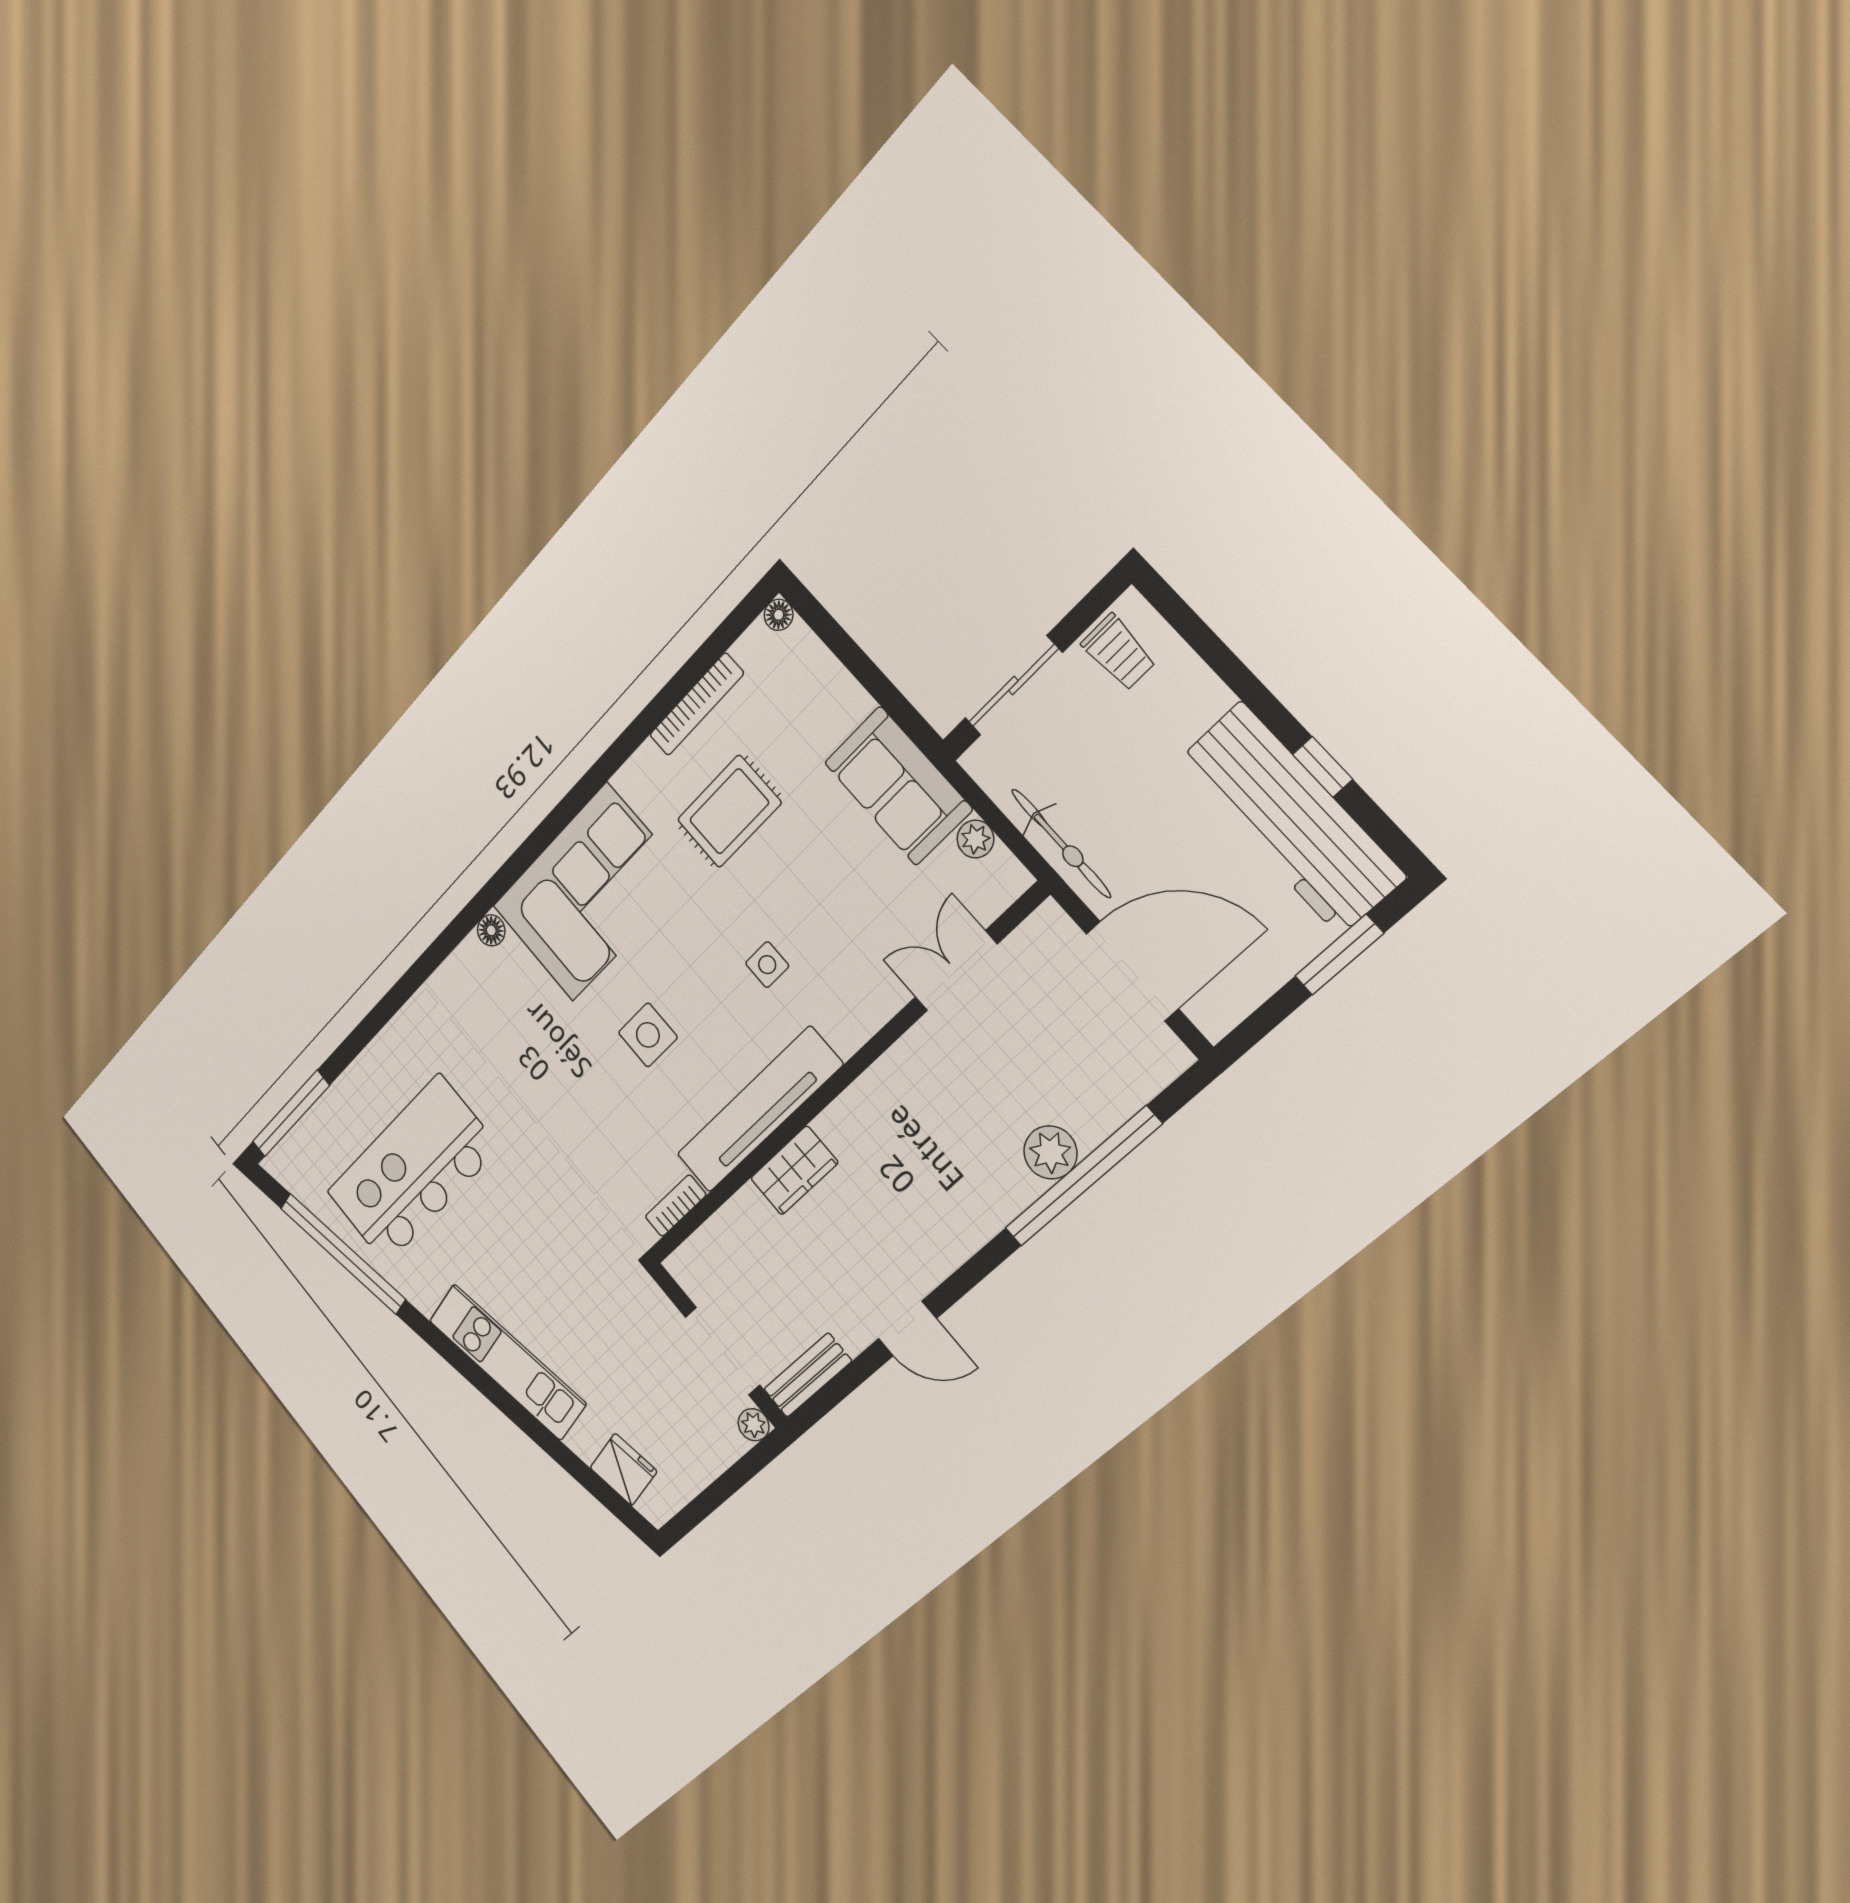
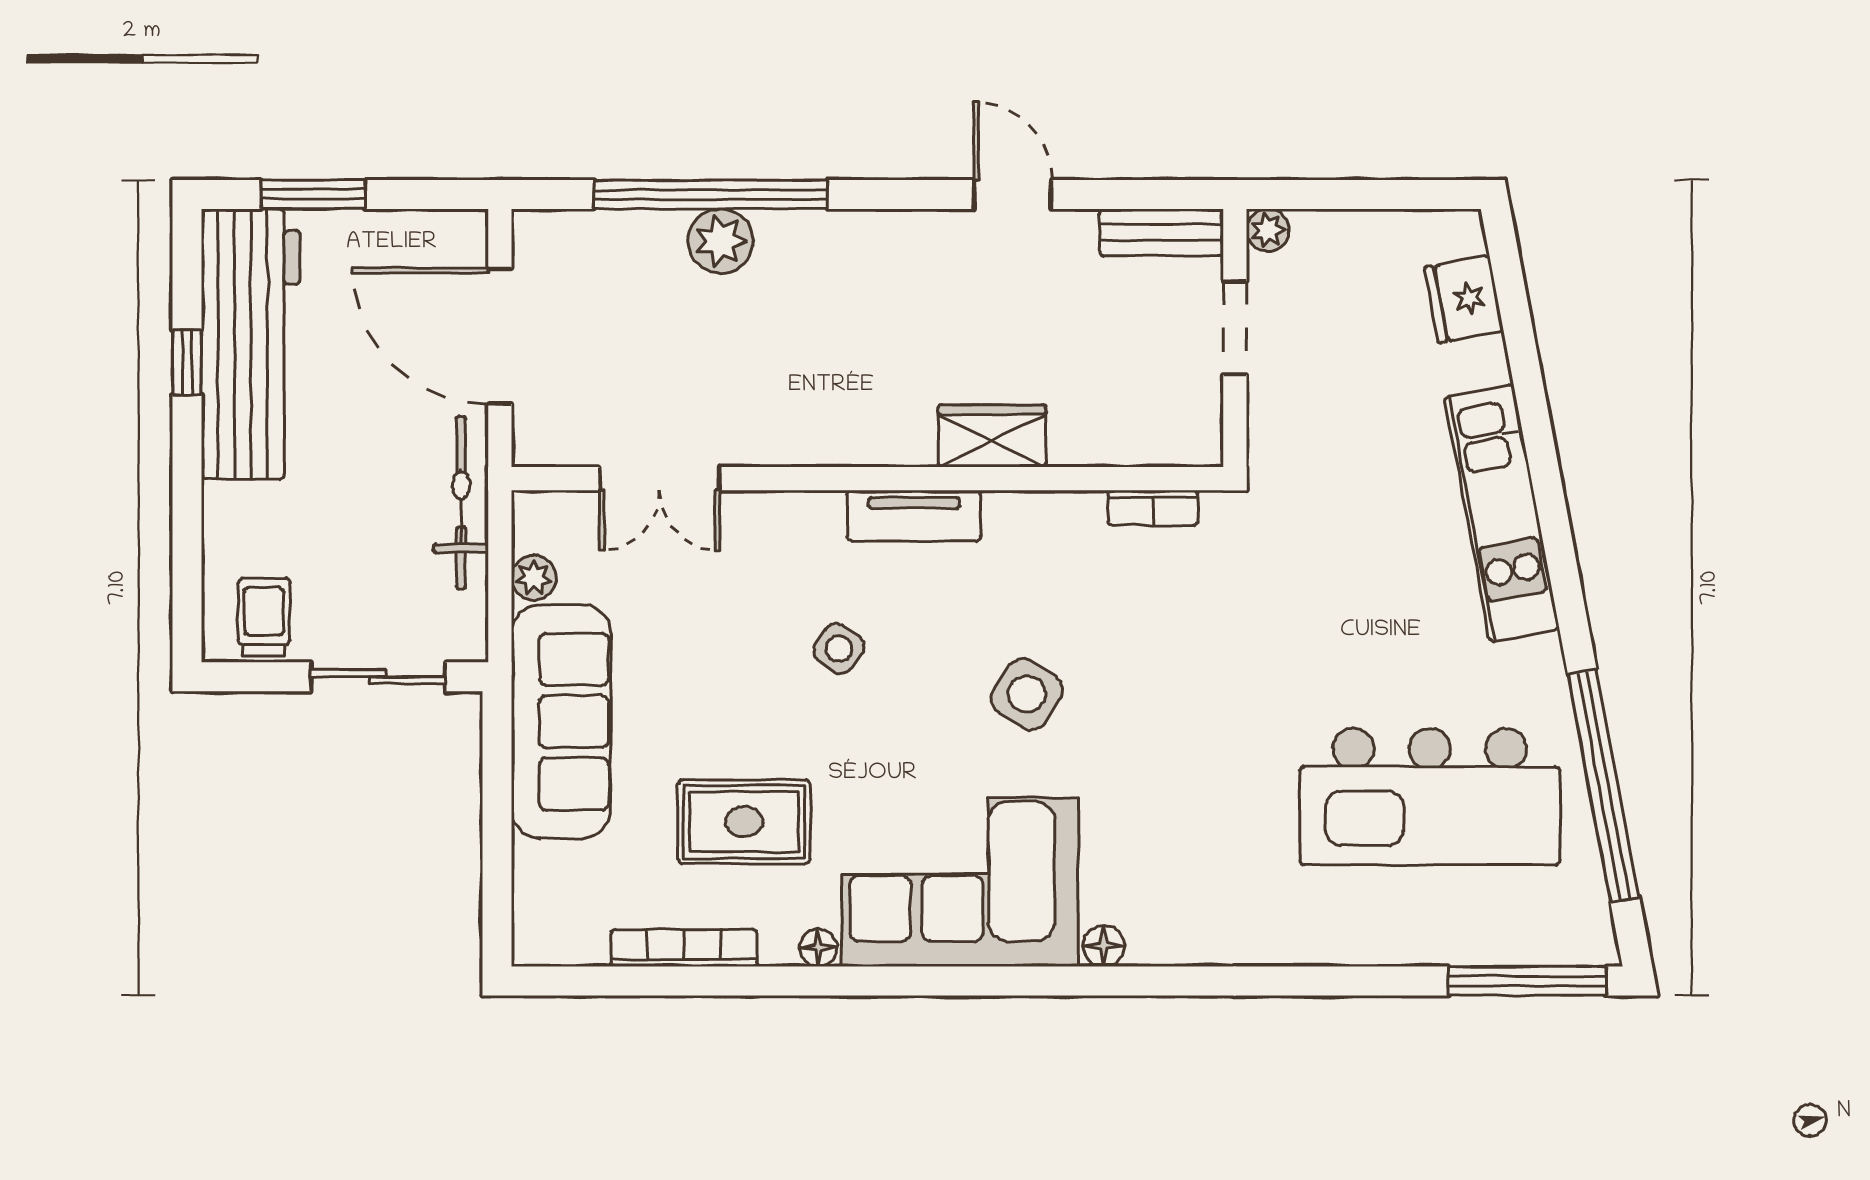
floor lamp: (779, 615) -> (818, 948), moved
sofa: (898, 786) -> (561, 722), width x1.36
side table: (767, 965) -> (839, 649), turned 34
side table: (648, 1035) -> (1027, 694), turned 32
tv unit: (759, 1110) -> (914, 516), width x0.52, depth x0.78
doorway: (722, 1351) -> (1235, 328), width x0.73

